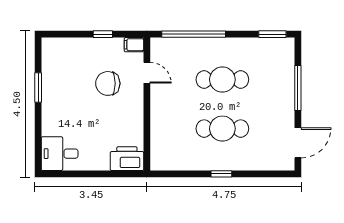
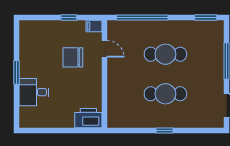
window: (38, 88) -> (17, 72), moved
desk: (60, 154) -> (34, 92), moved

